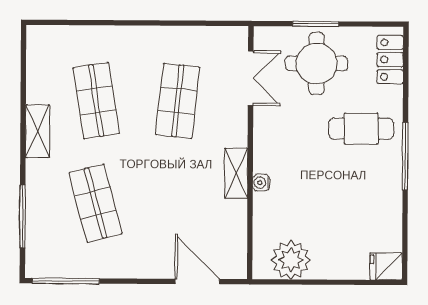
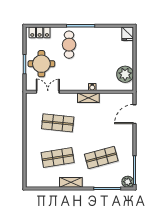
plant: (38, 265) -> (128, 182), added

